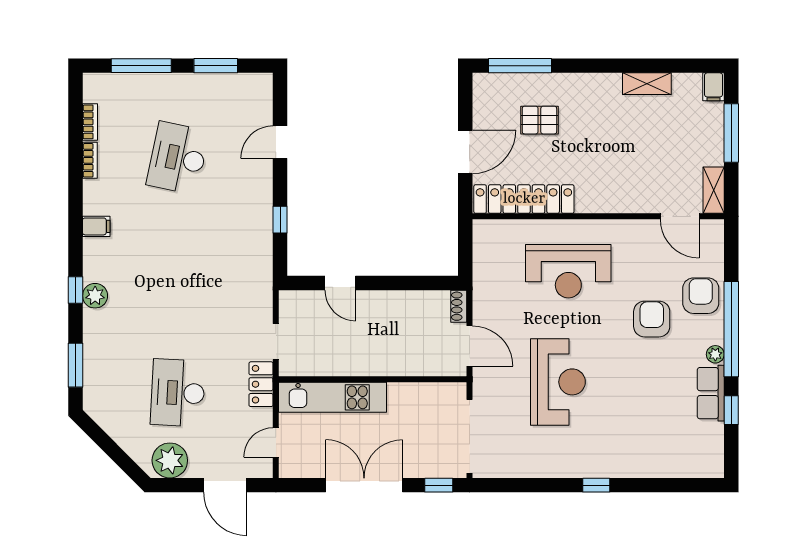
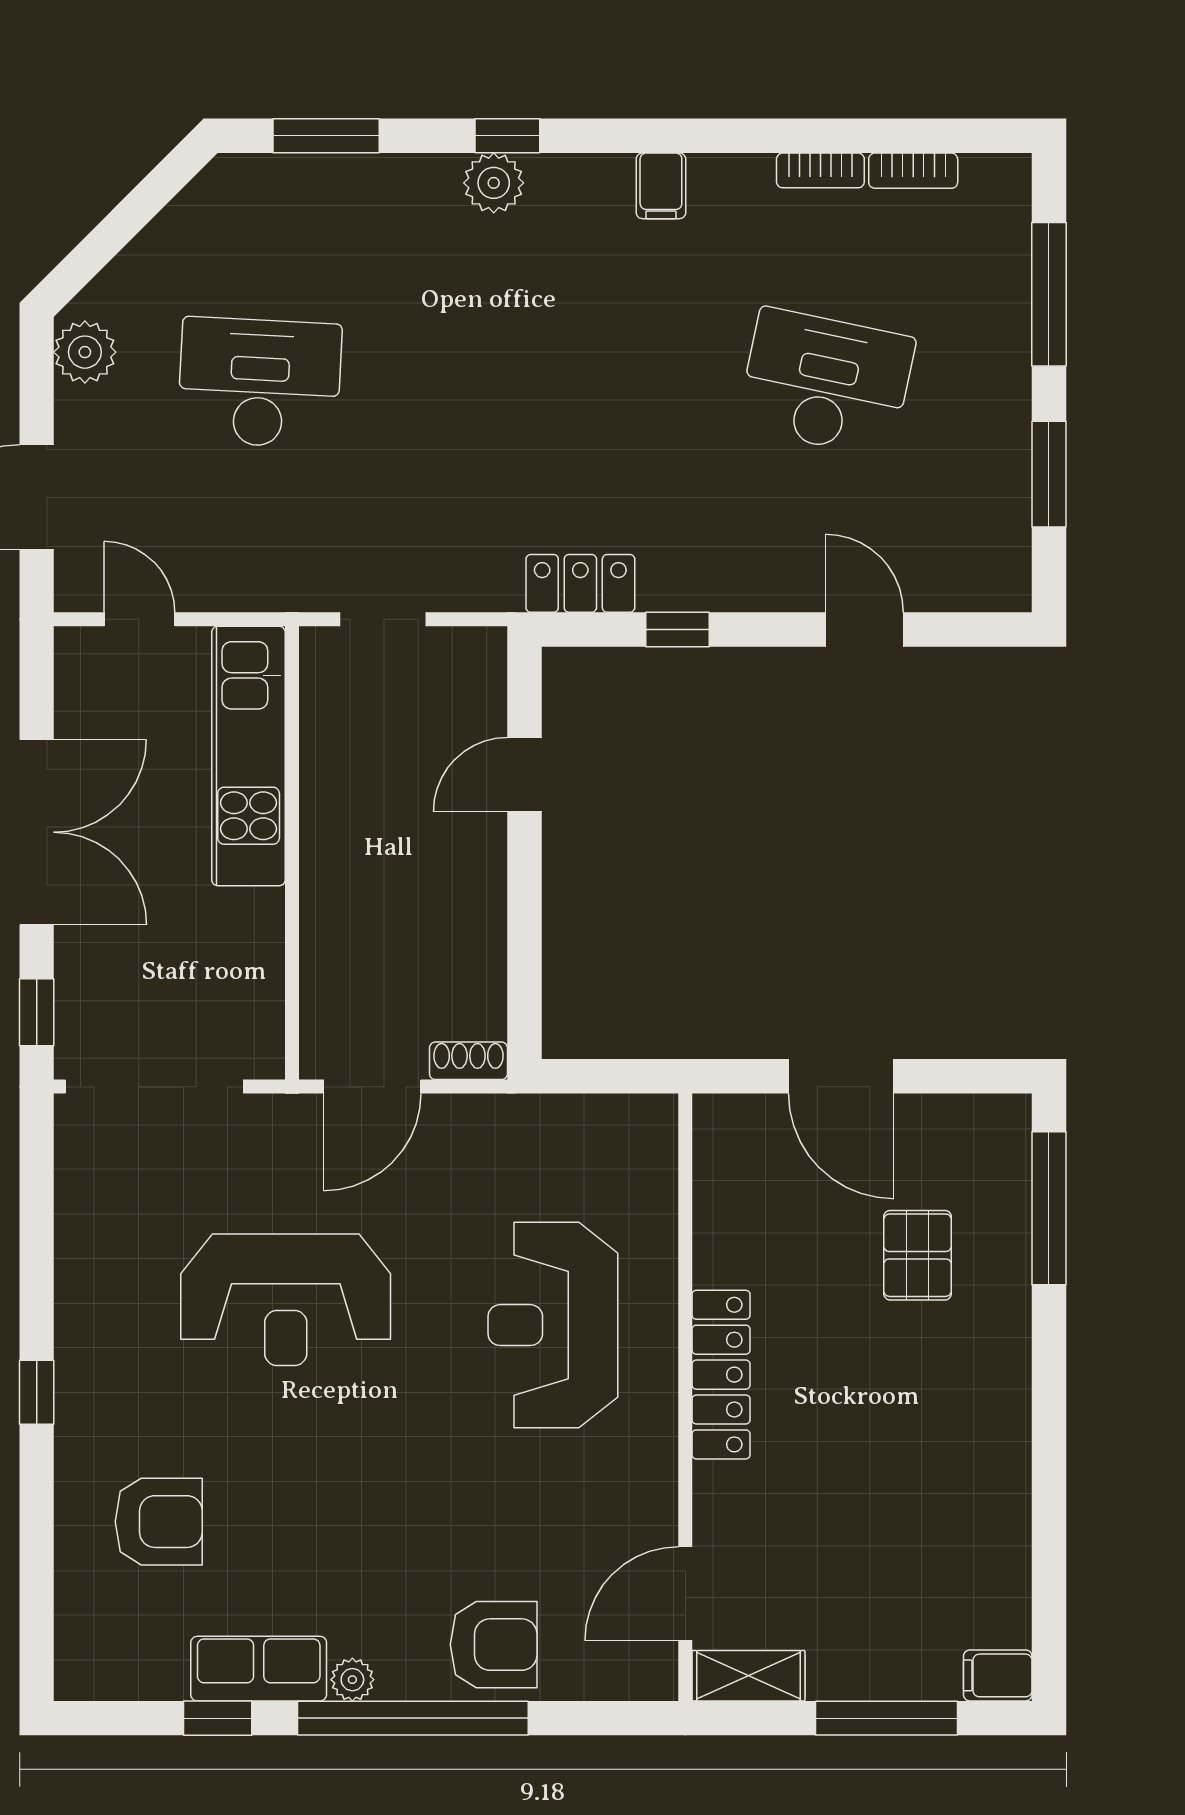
shelving: (647, 84) -> (1006, 1514), removed
locker: (524, 199) -> (721, 1375), moved, width x0.71, depth x0.83
armchair: (652, 319) -> (159, 1522), moved
locker: (261, 384) -> (580, 583), moved
plant: (170, 460) -> (85, 352), width x0.73, depth x0.73

